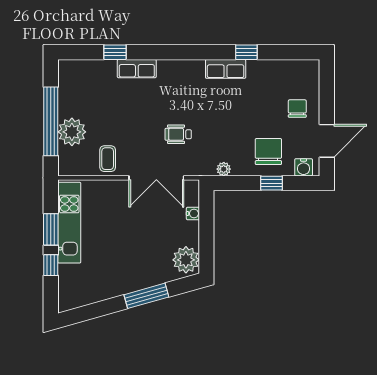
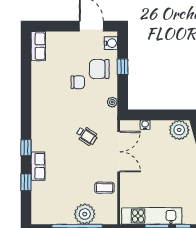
window: (246, 52) -> (26, 148), moved
row of seats: (226, 69) -> (38, 46), moved
chair: (297, 109) -> (78, 82), moved, turned 180
wheelchair: (178, 134) -> (87, 136), turned -57

